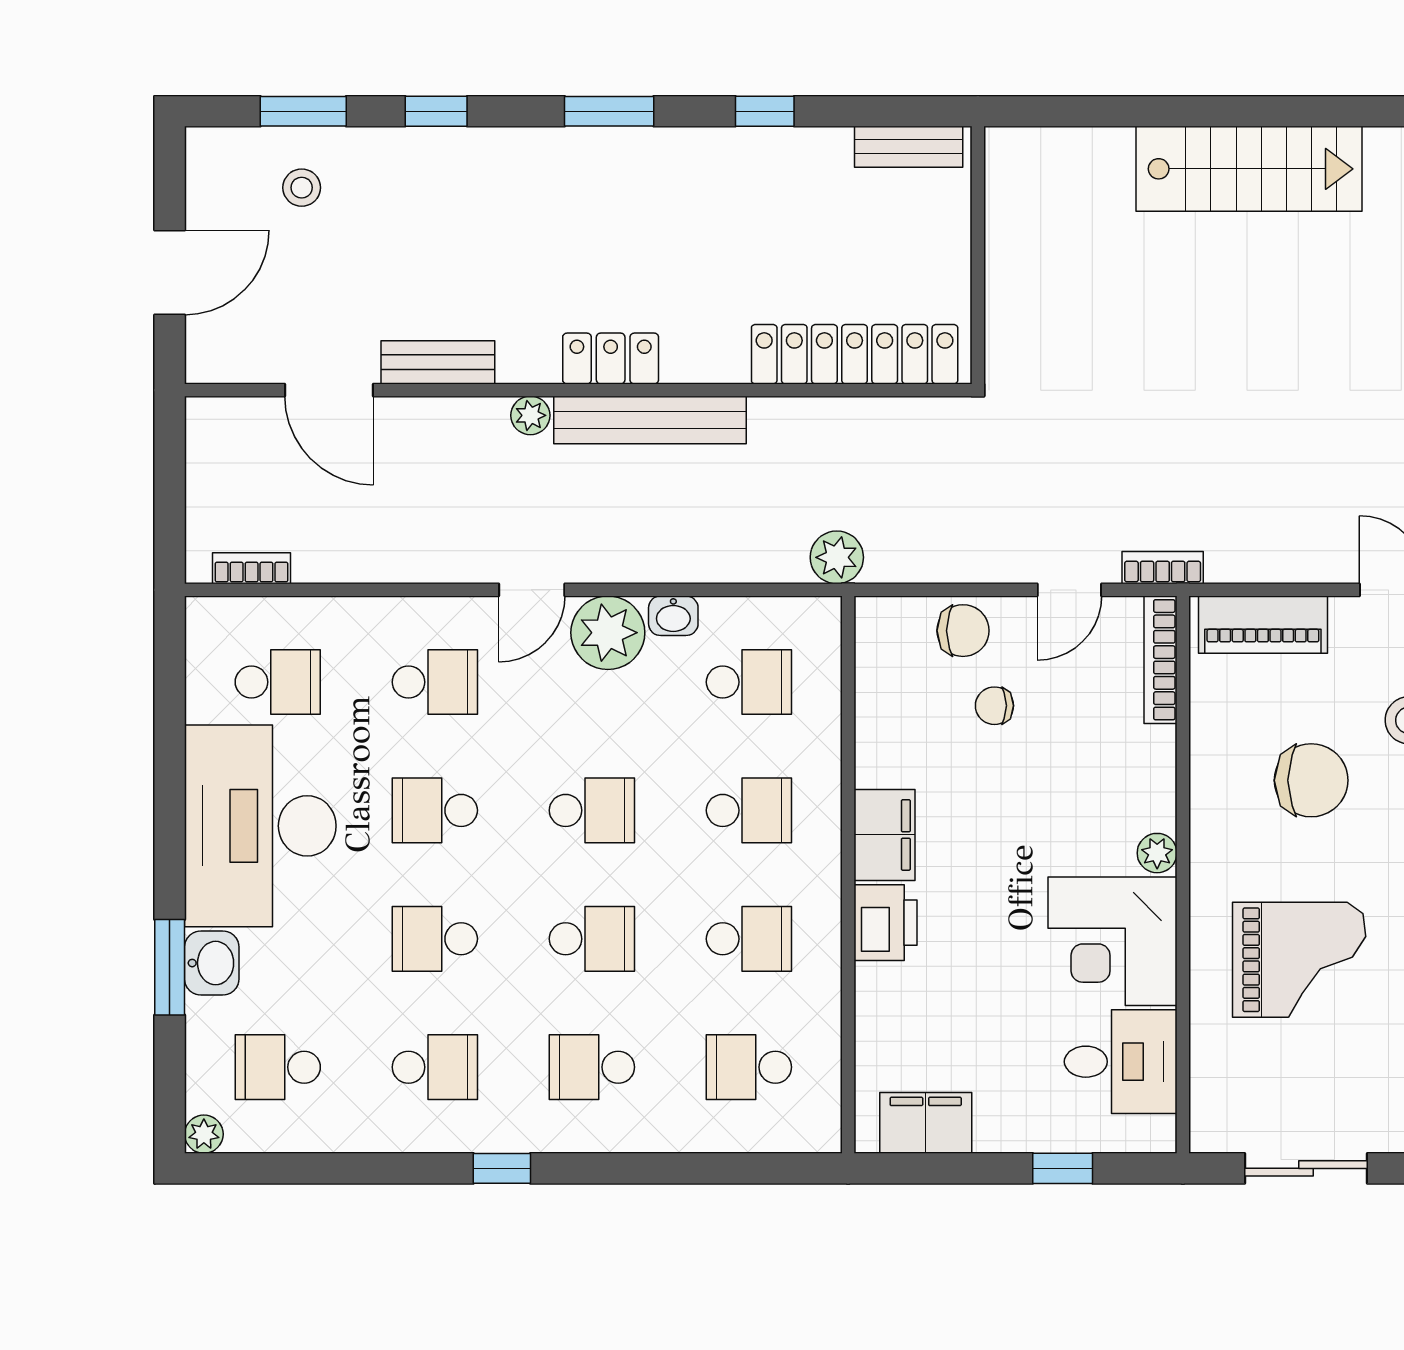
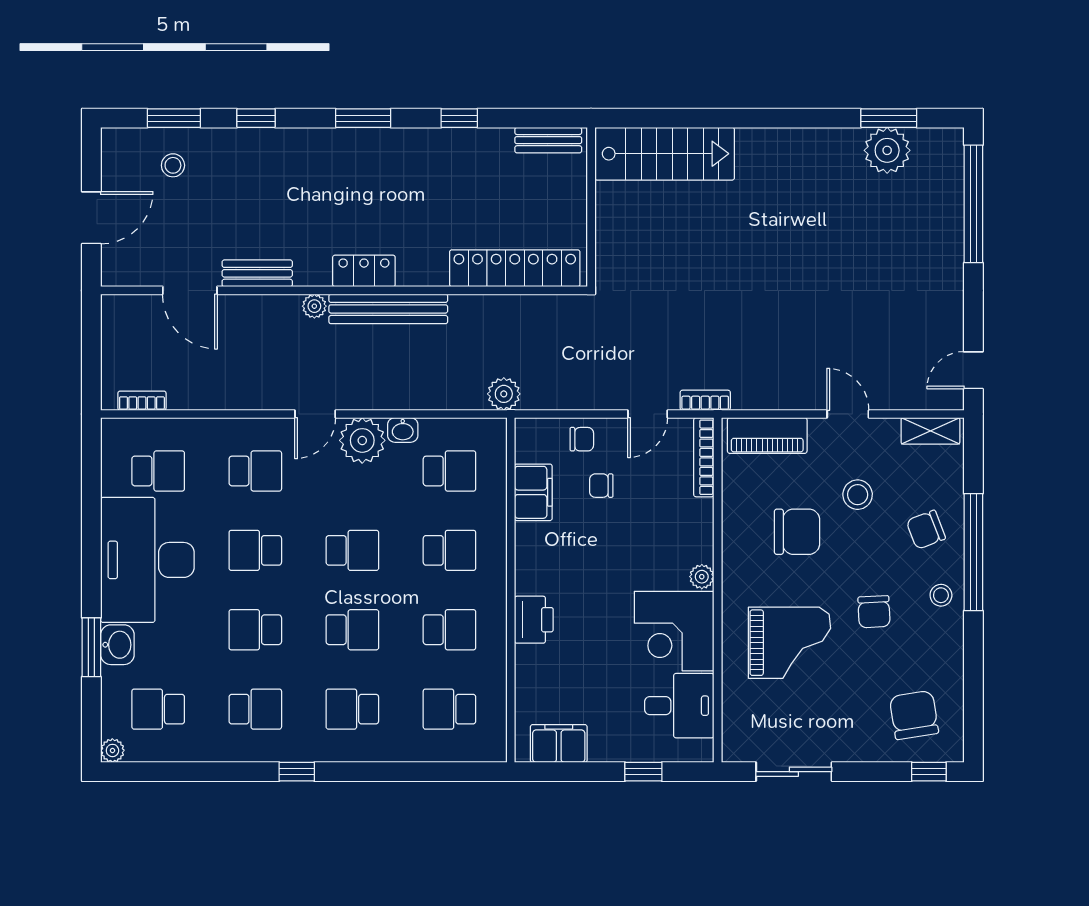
stairs: (1249, 169) -> (665, 154), moved
chair: (963, 631) -> (582, 439), width x0.73, depth x0.73
filing cabinet: (885, 835) -> (533, 492), moved

